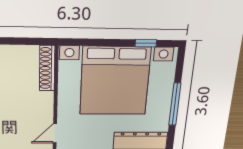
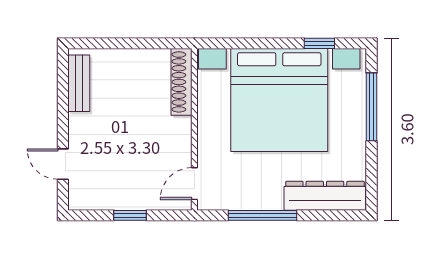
window: (175, 104) -> (372, 107), moved

